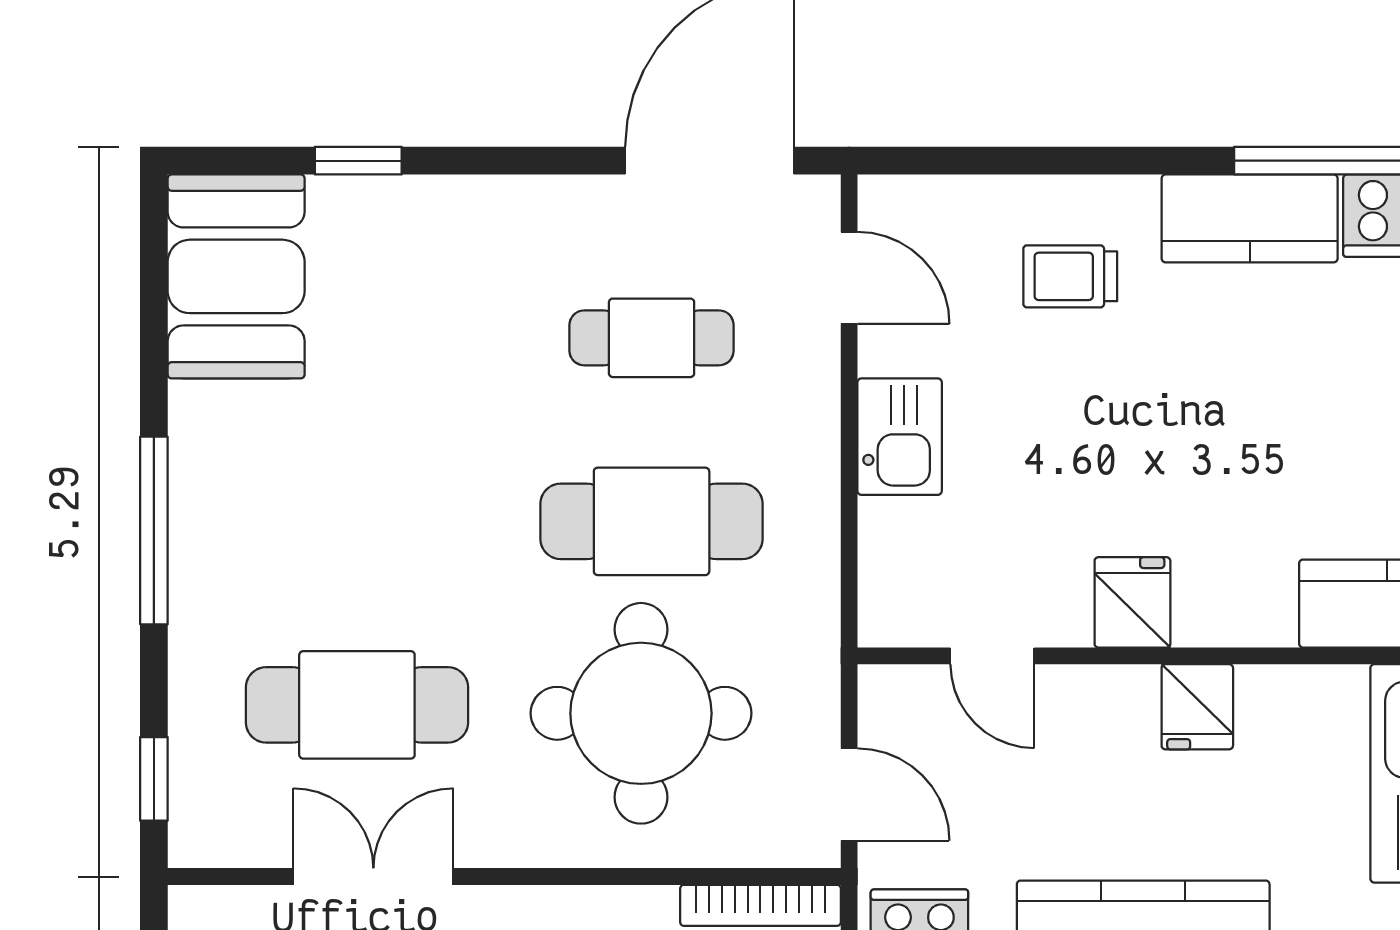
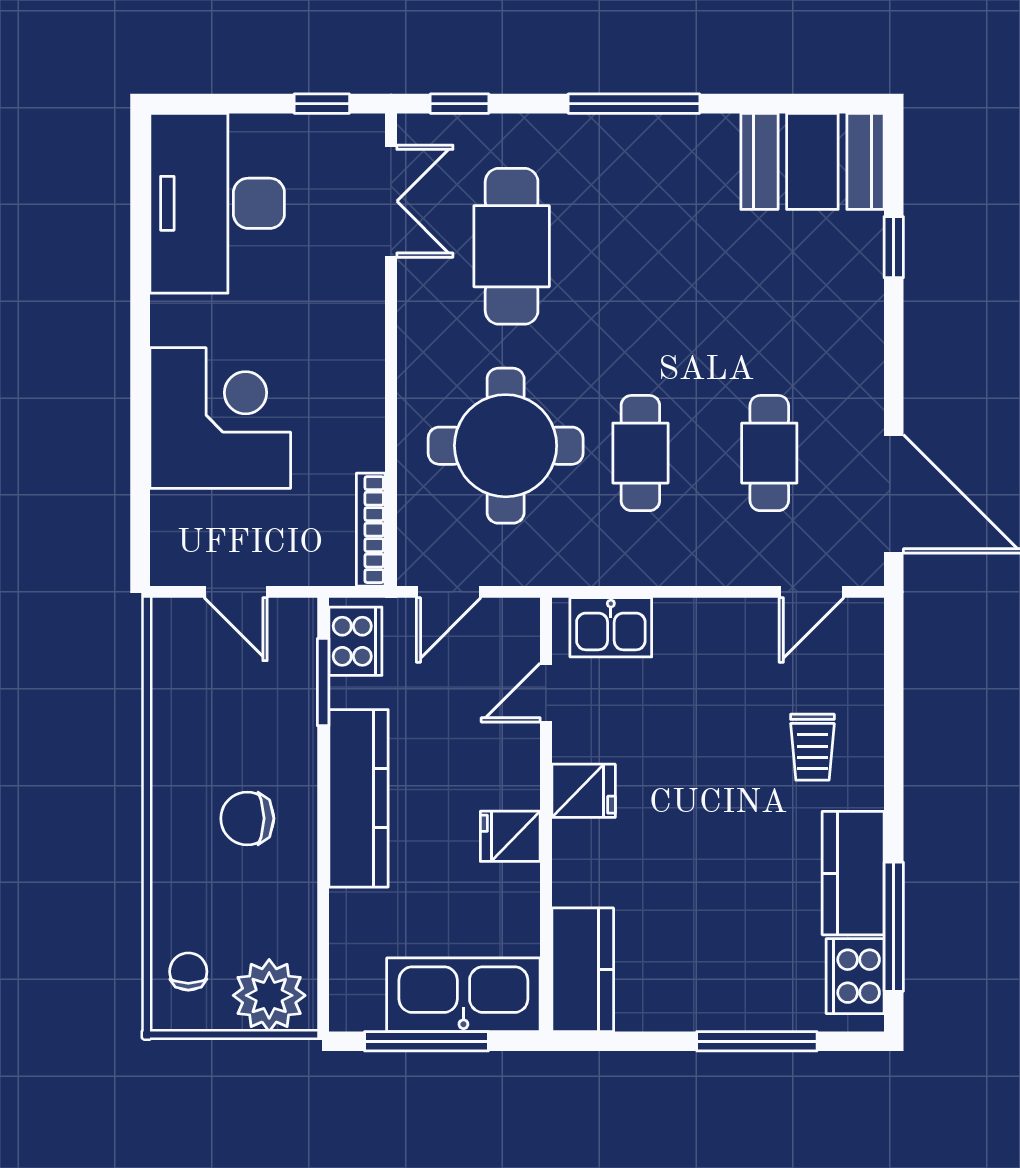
trolley: (1070, 276) -> (812, 747), turned 180
kitchen sink: (900, 437) -> (611, 627), moved
cafe table: (652, 521) -> (640, 453), width x0.73, depth x0.74
double door: (373, 877) -> (391, 201), moved

